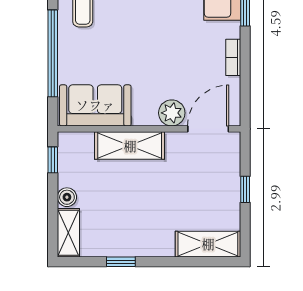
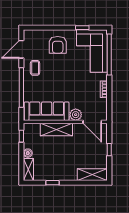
sofa: (95, 105) -> (47, 111), width x1.36
door: (208, 129) -> (92, 122), swing flipped

